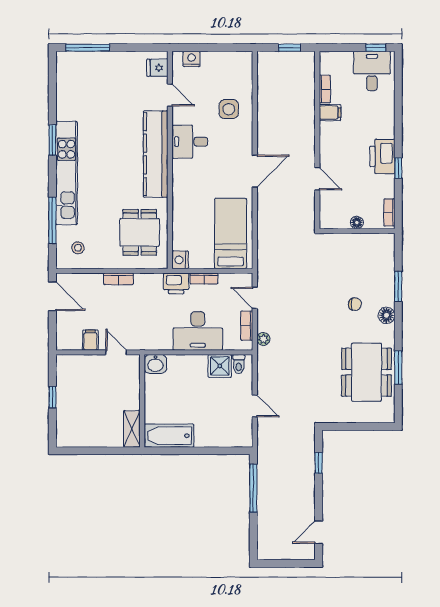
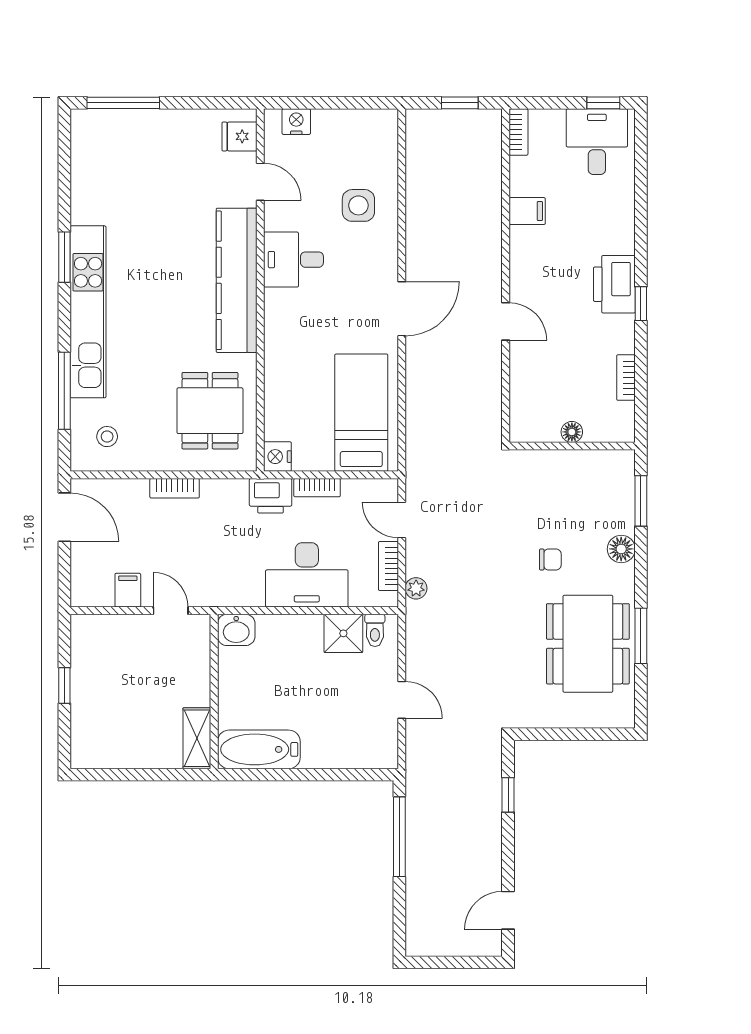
bookcase: (325, 89) -> (518, 132), moved
floor lamp: (357, 223) -> (572, 432), moved
wall: (357, 231) -> (572, 446), moved
chair: (355, 304) -> (550, 559), moved

